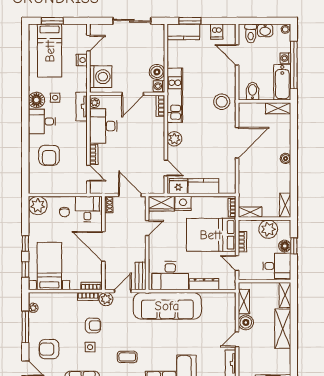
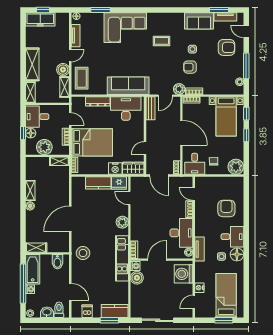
shelving: (285, 205) -> (30, 191), moved
sofa: (167, 306) -> (128, 86), width x0.74, depth x0.79
coffee table: (223, 312) -> (82, 78), added

